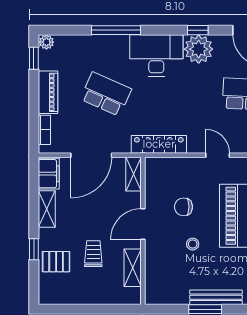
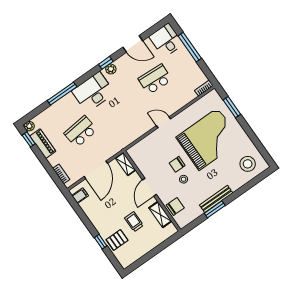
plant: (199, 49) -> (111, 69), width x0.53, depth x0.53
piano: (48, 92) -> (43, 144), moved
school desk: (106, 94) -> (81, 132), turned -30
locker: (159, 144) -> (128, 139), removed
filing cabinet: (49, 174) -> (80, 196), width x0.50
chair: (183, 207) -> (177, 164), moved
shelving: (47, 209) -> (92, 215), removed
chair: (158, 271) -> (175, 206), added

